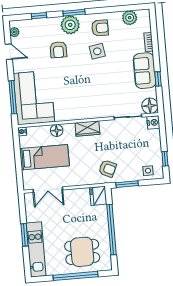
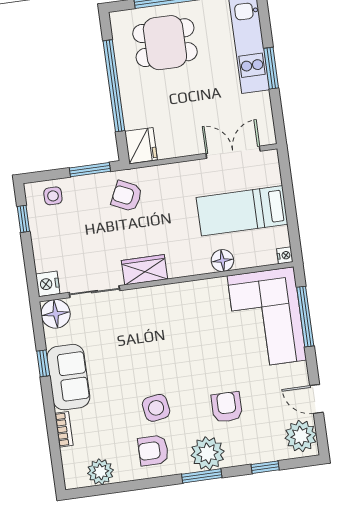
plant: (14, 32) -> (301, 436), width x1.88, depth x1.88
wardrobe: (87, 129) -> (145, 270), moved

